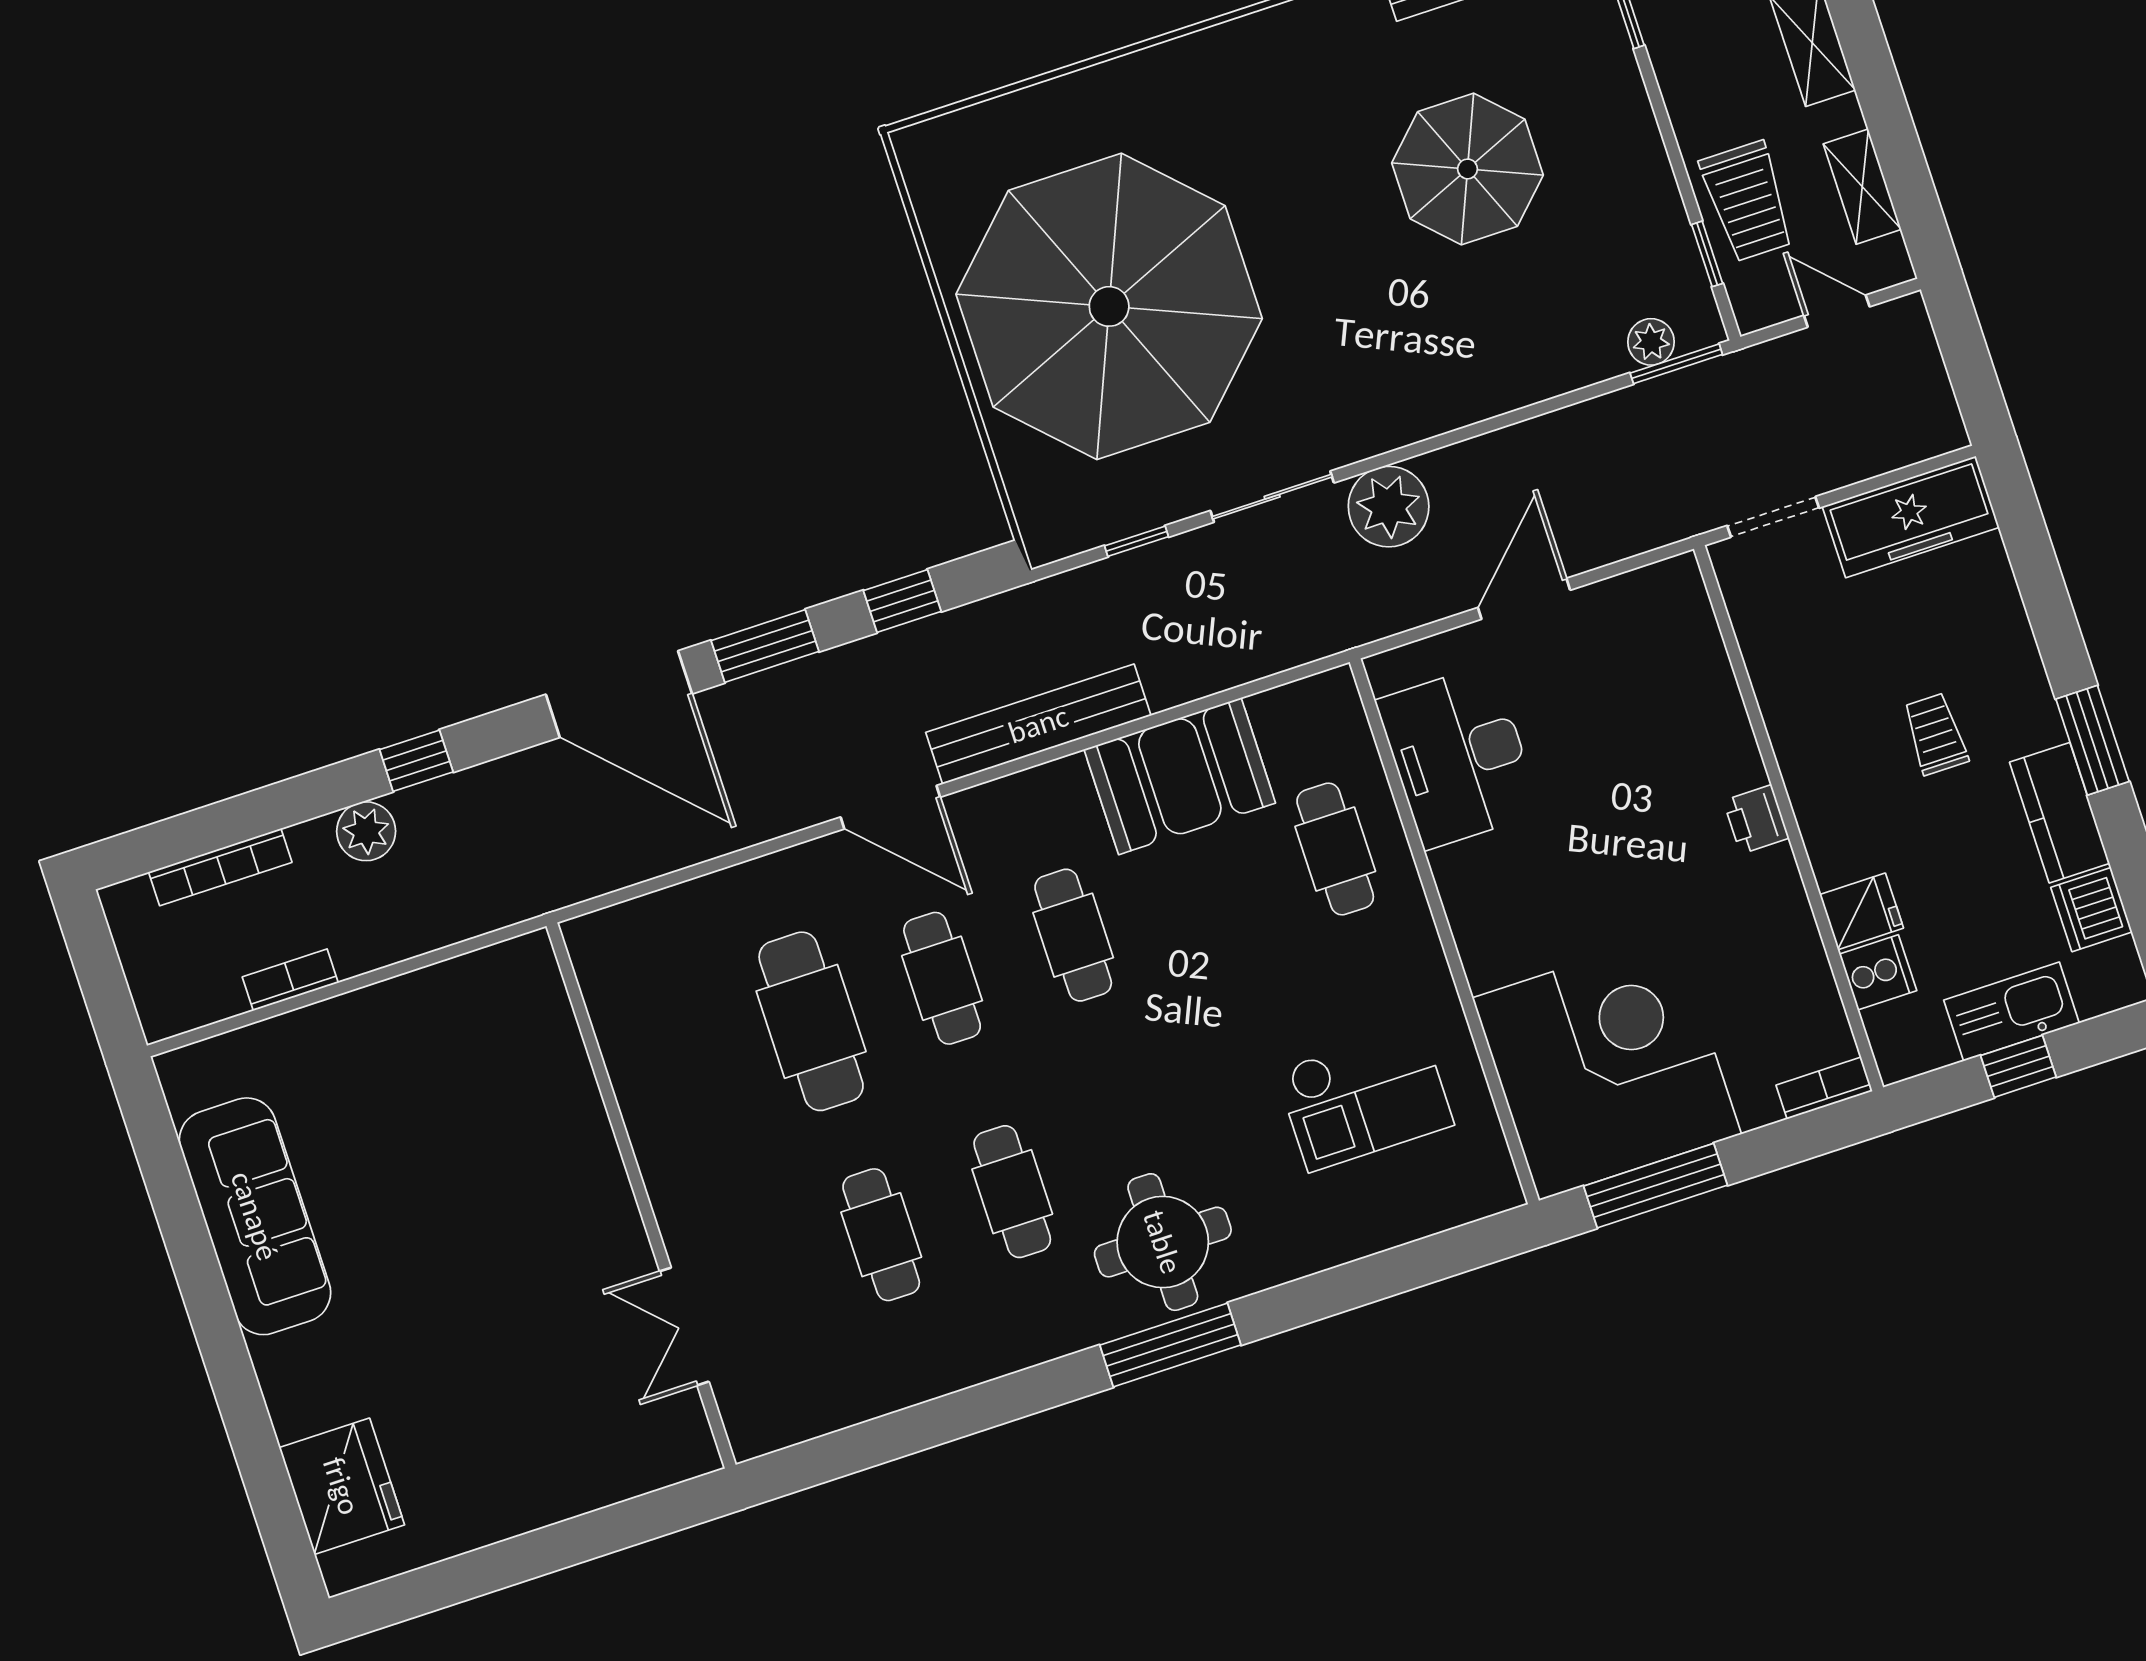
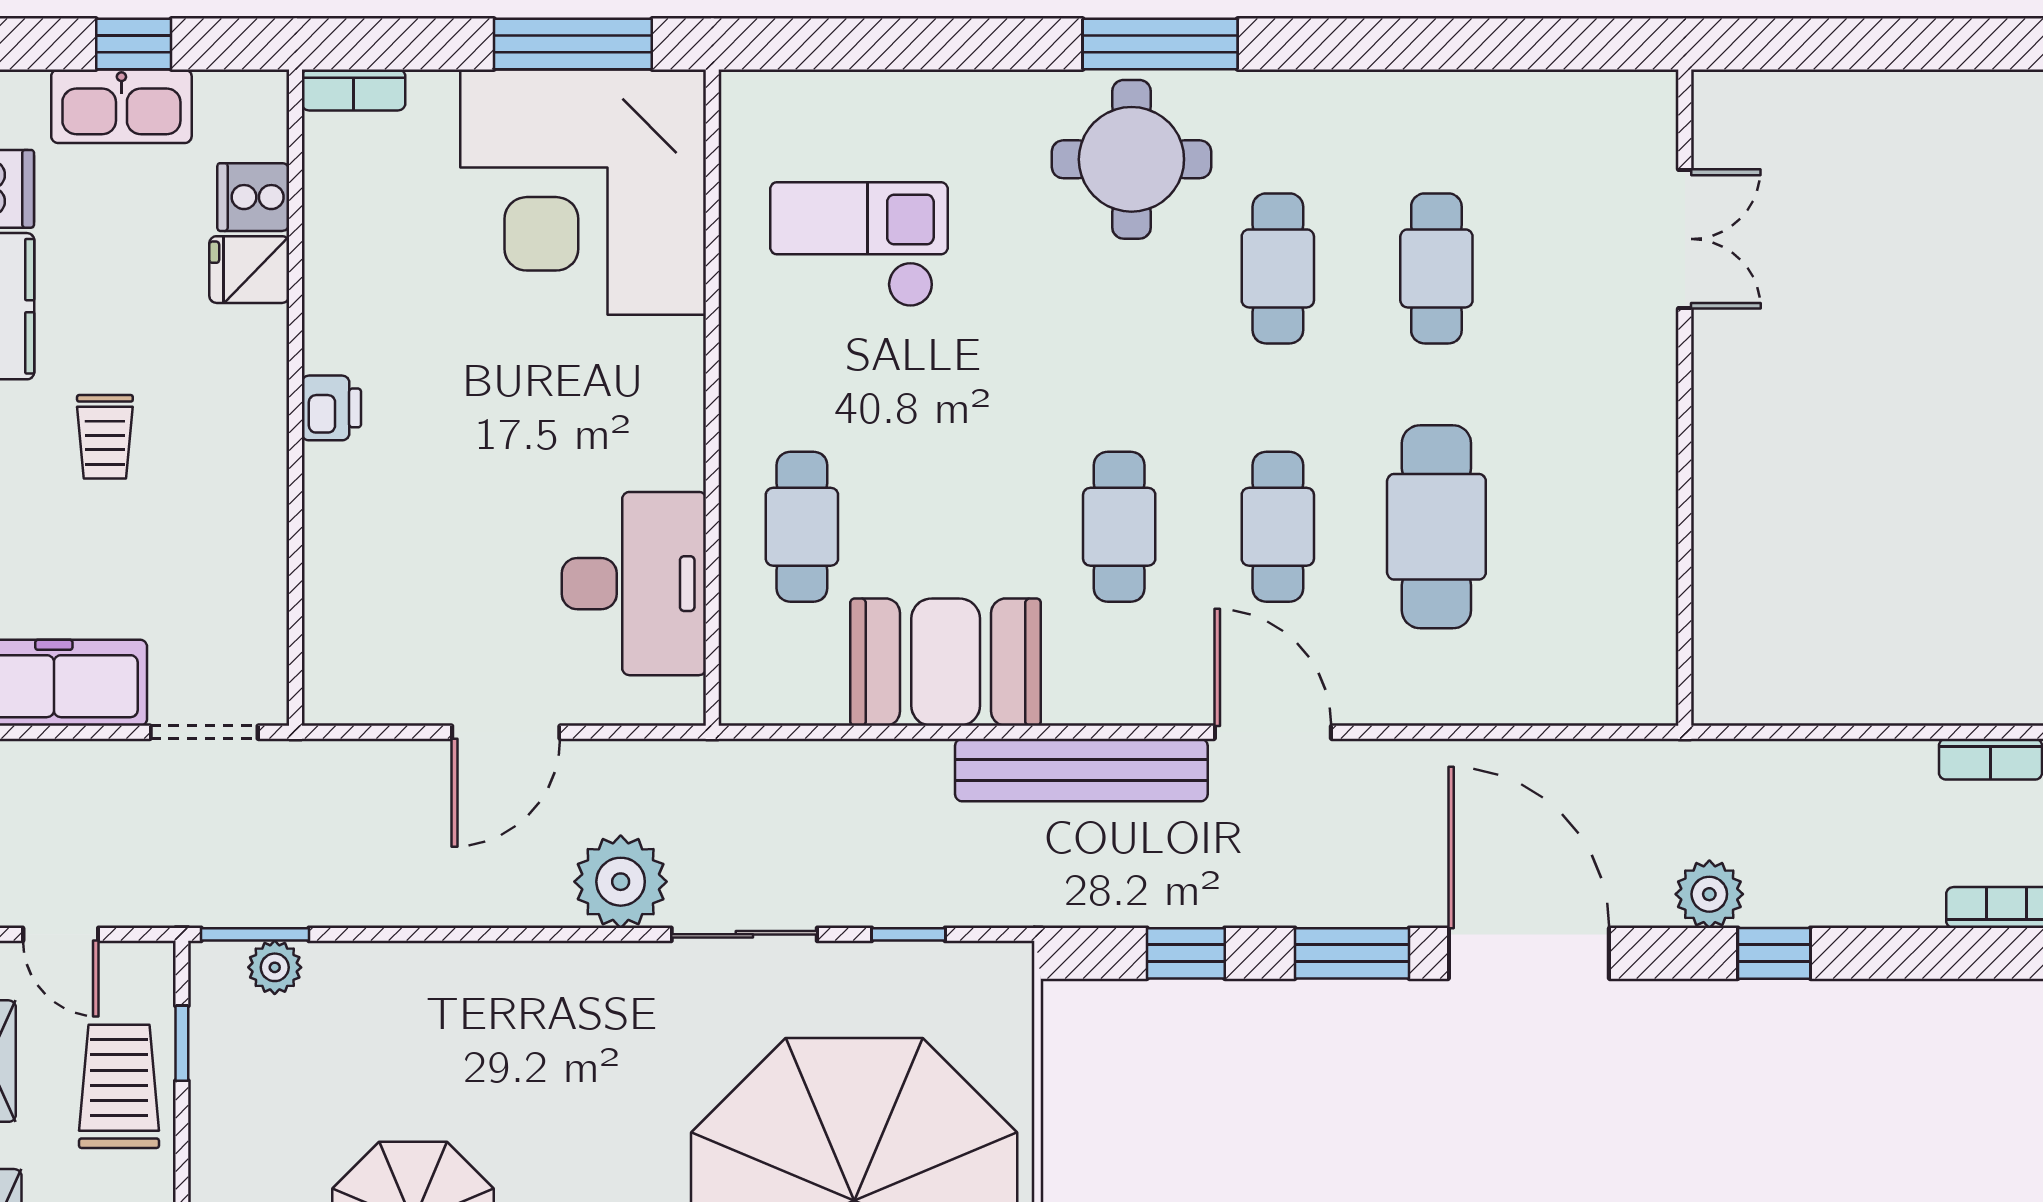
plant: (366, 831) -> (1709, 894), moved

